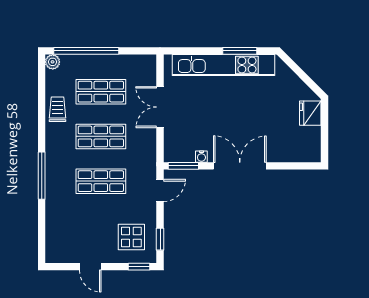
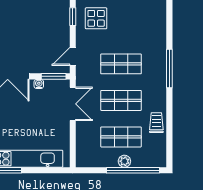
plant: (53, 62) -> (124, 161), moved
double door: (160, 107) -> (73, 104), moved
trolley: (57, 109) -> (156, 123), turned 180

